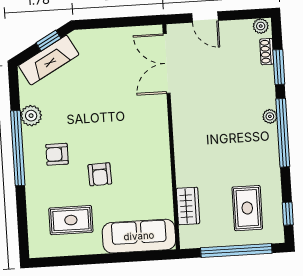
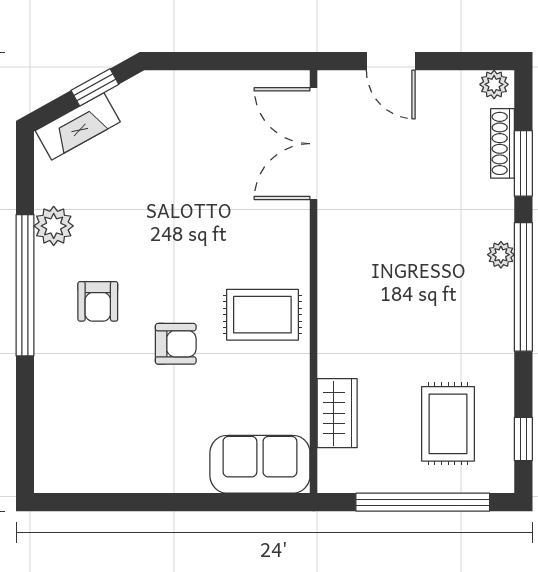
shoe rack: (267, 52) -> (503, 143), width x1.43
fireplace: (49, 60) -> (78, 126), width x0.73, depth x0.76
armchair: (57, 154) -> (98, 301), turned -90
armchair: (100, 174) -> (176, 344), turned -88
rug: (71, 220) -> (262, 315), moved
sofa: (139, 236) -> (260, 464), width x0.73

